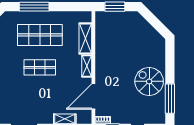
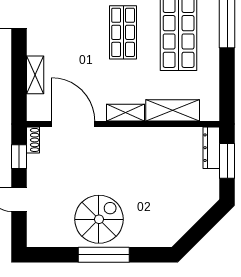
dresser: (107, 16) -> (211, 148), added
window: (170, 99) -> (104, 255), moved

